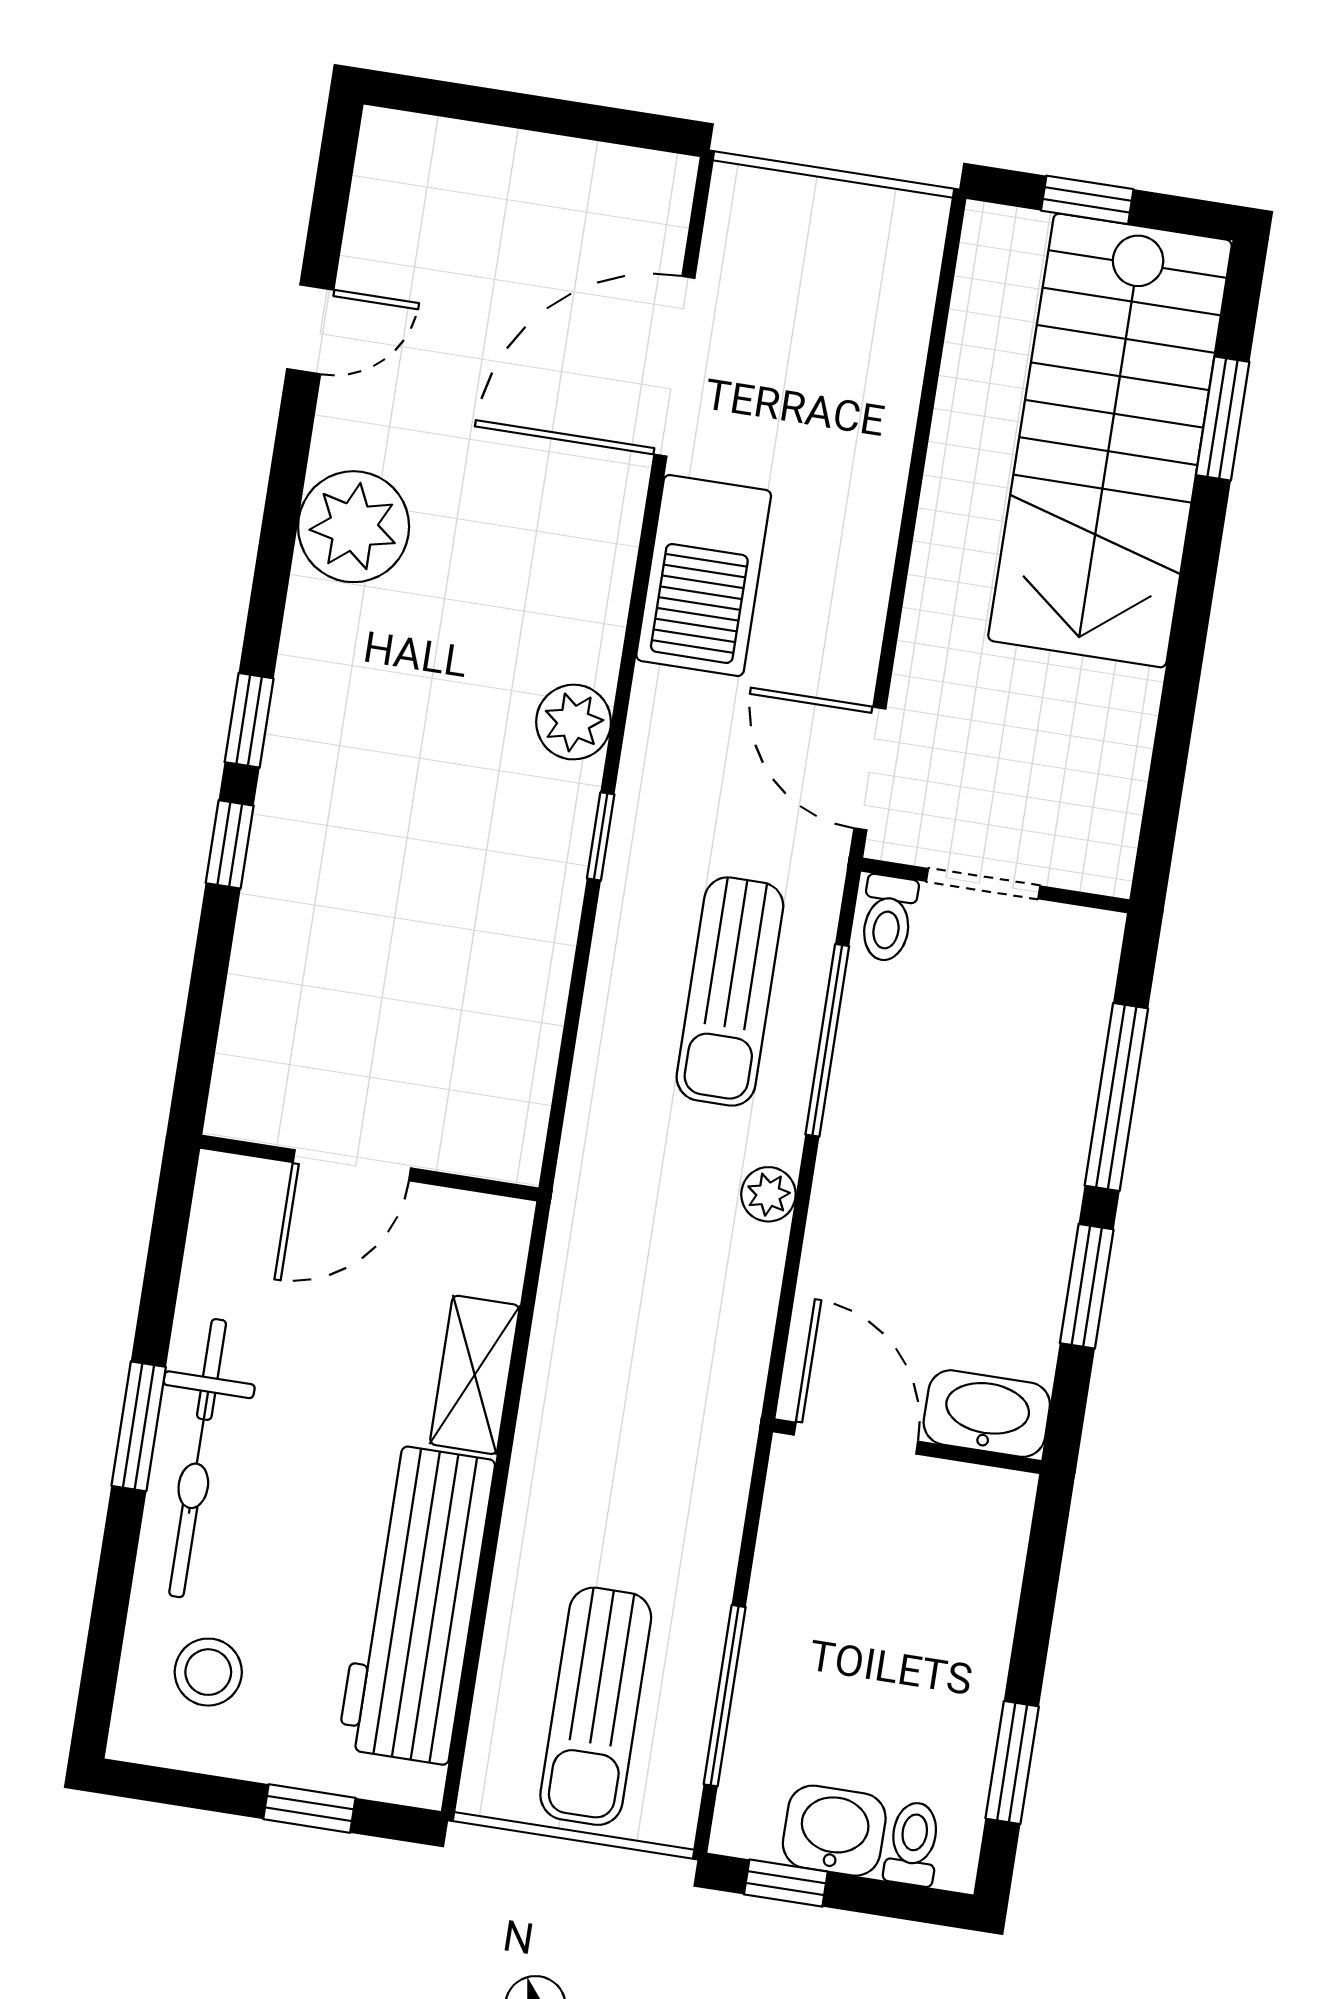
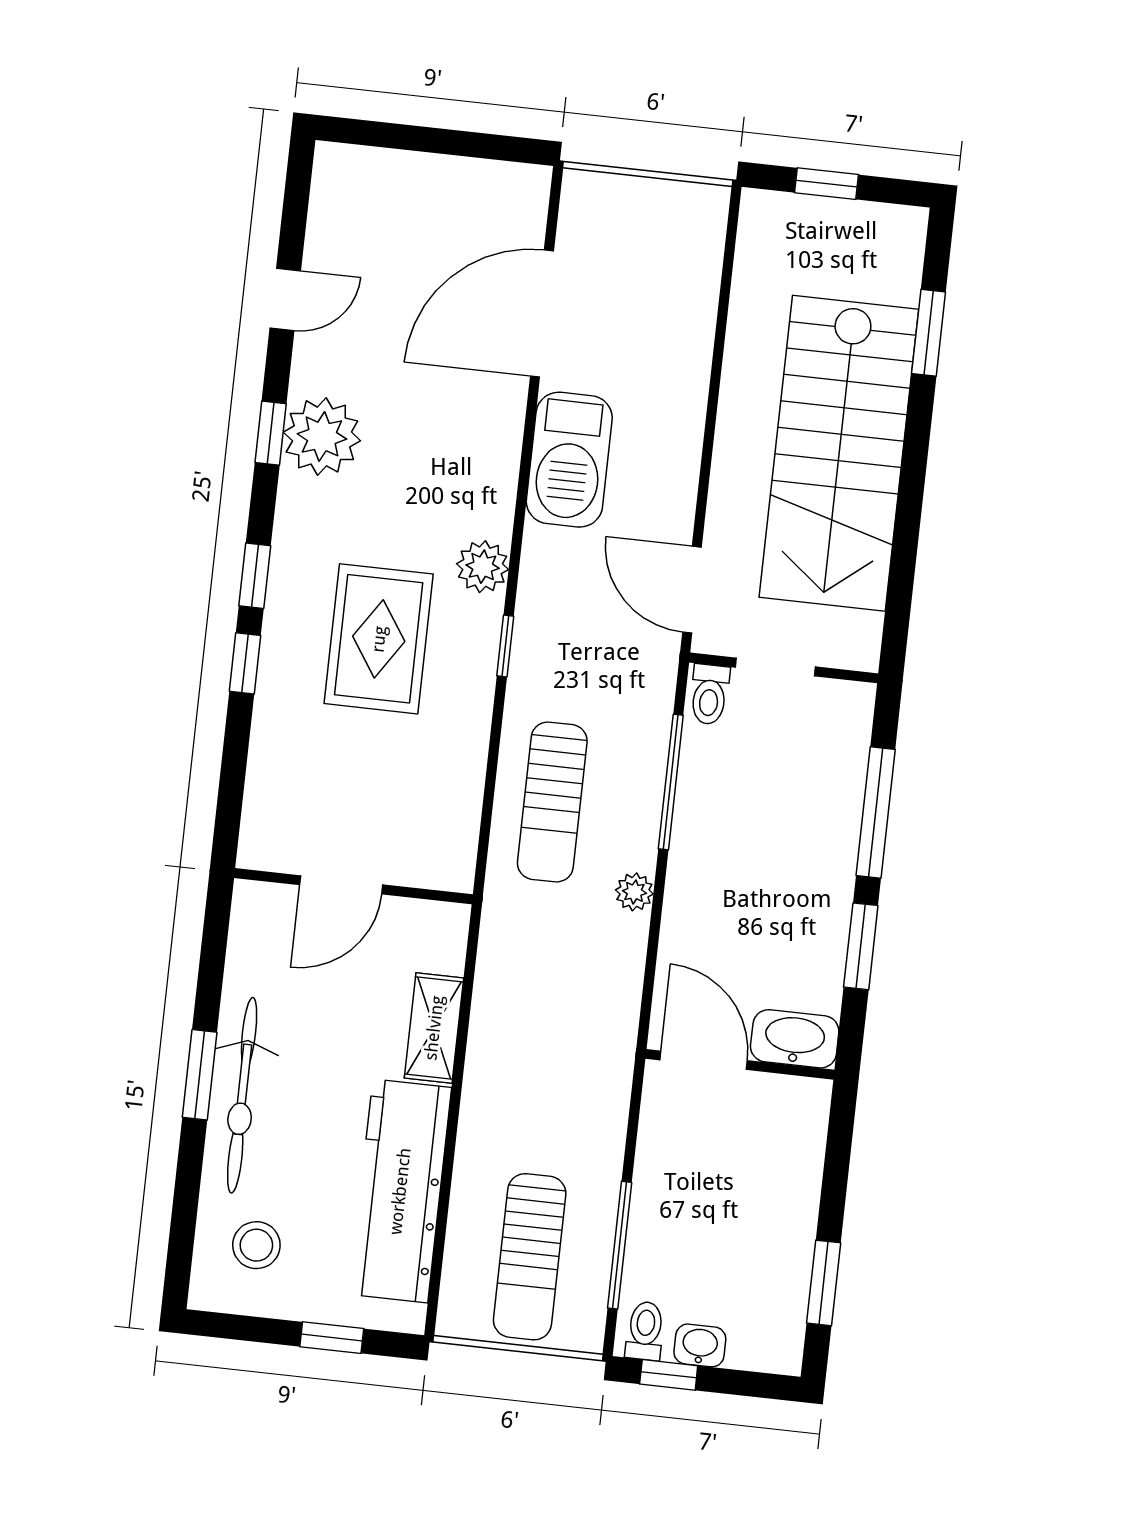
stairs: (1110, 440) -> (839, 453), moved
window: (281, 518) -> (271, 433), added
rug: (421, 818) -> (379, 639), added
sun lounger: (730, 991) -> (552, 802), moved
washbasin: (834, 1831) -> (700, 1345), width x0.72, depth x0.69
toilet: (913, 1844) -> (645, 1331), moved

